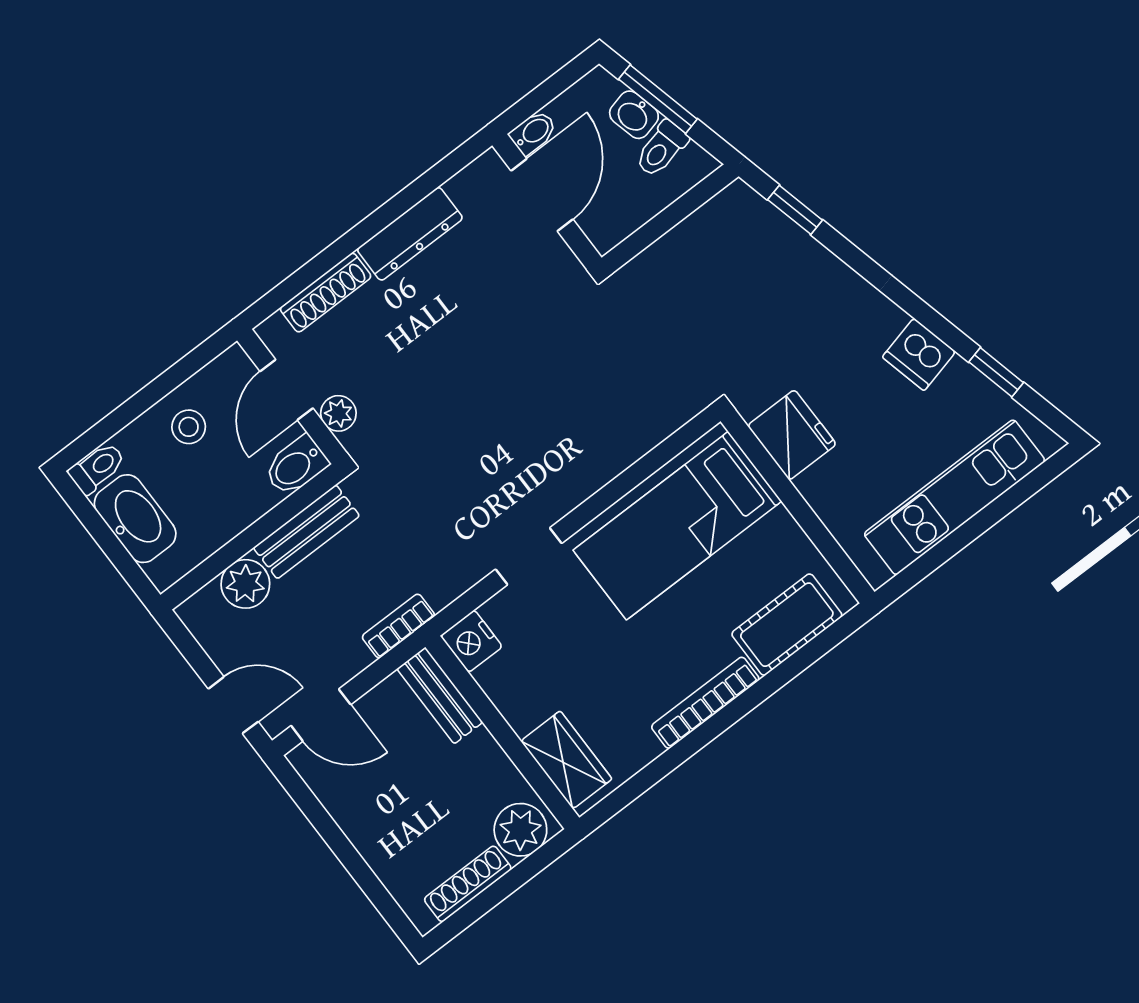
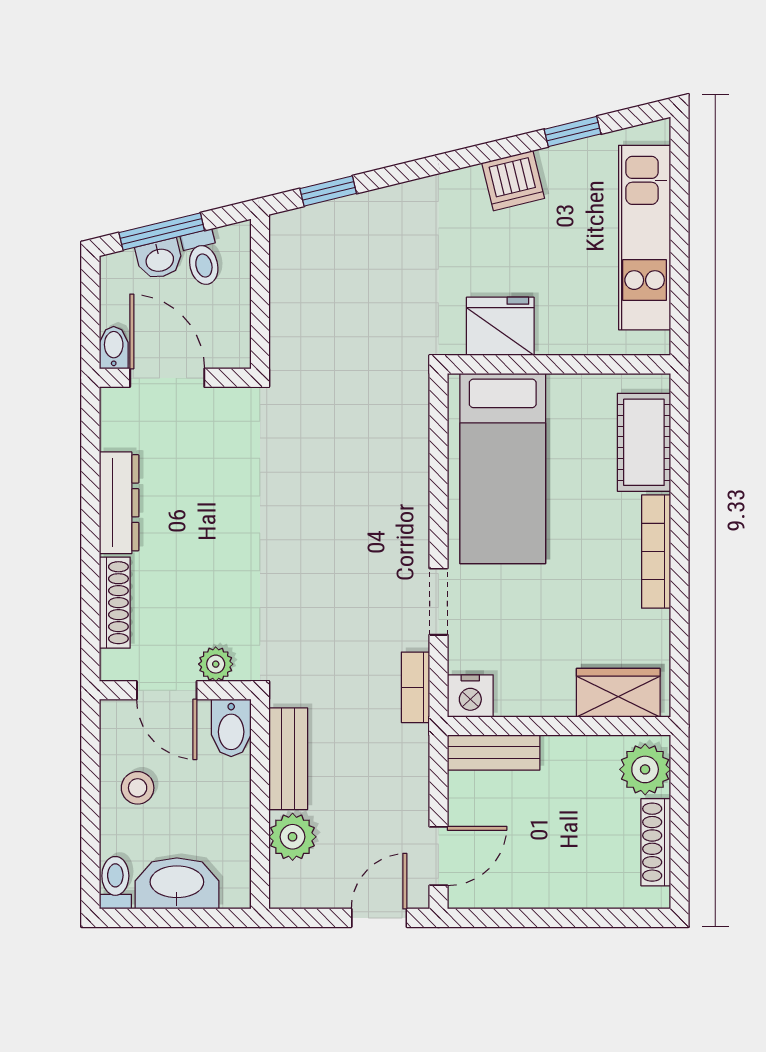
bookcase: (398, 626) -> (415, 687), moved

